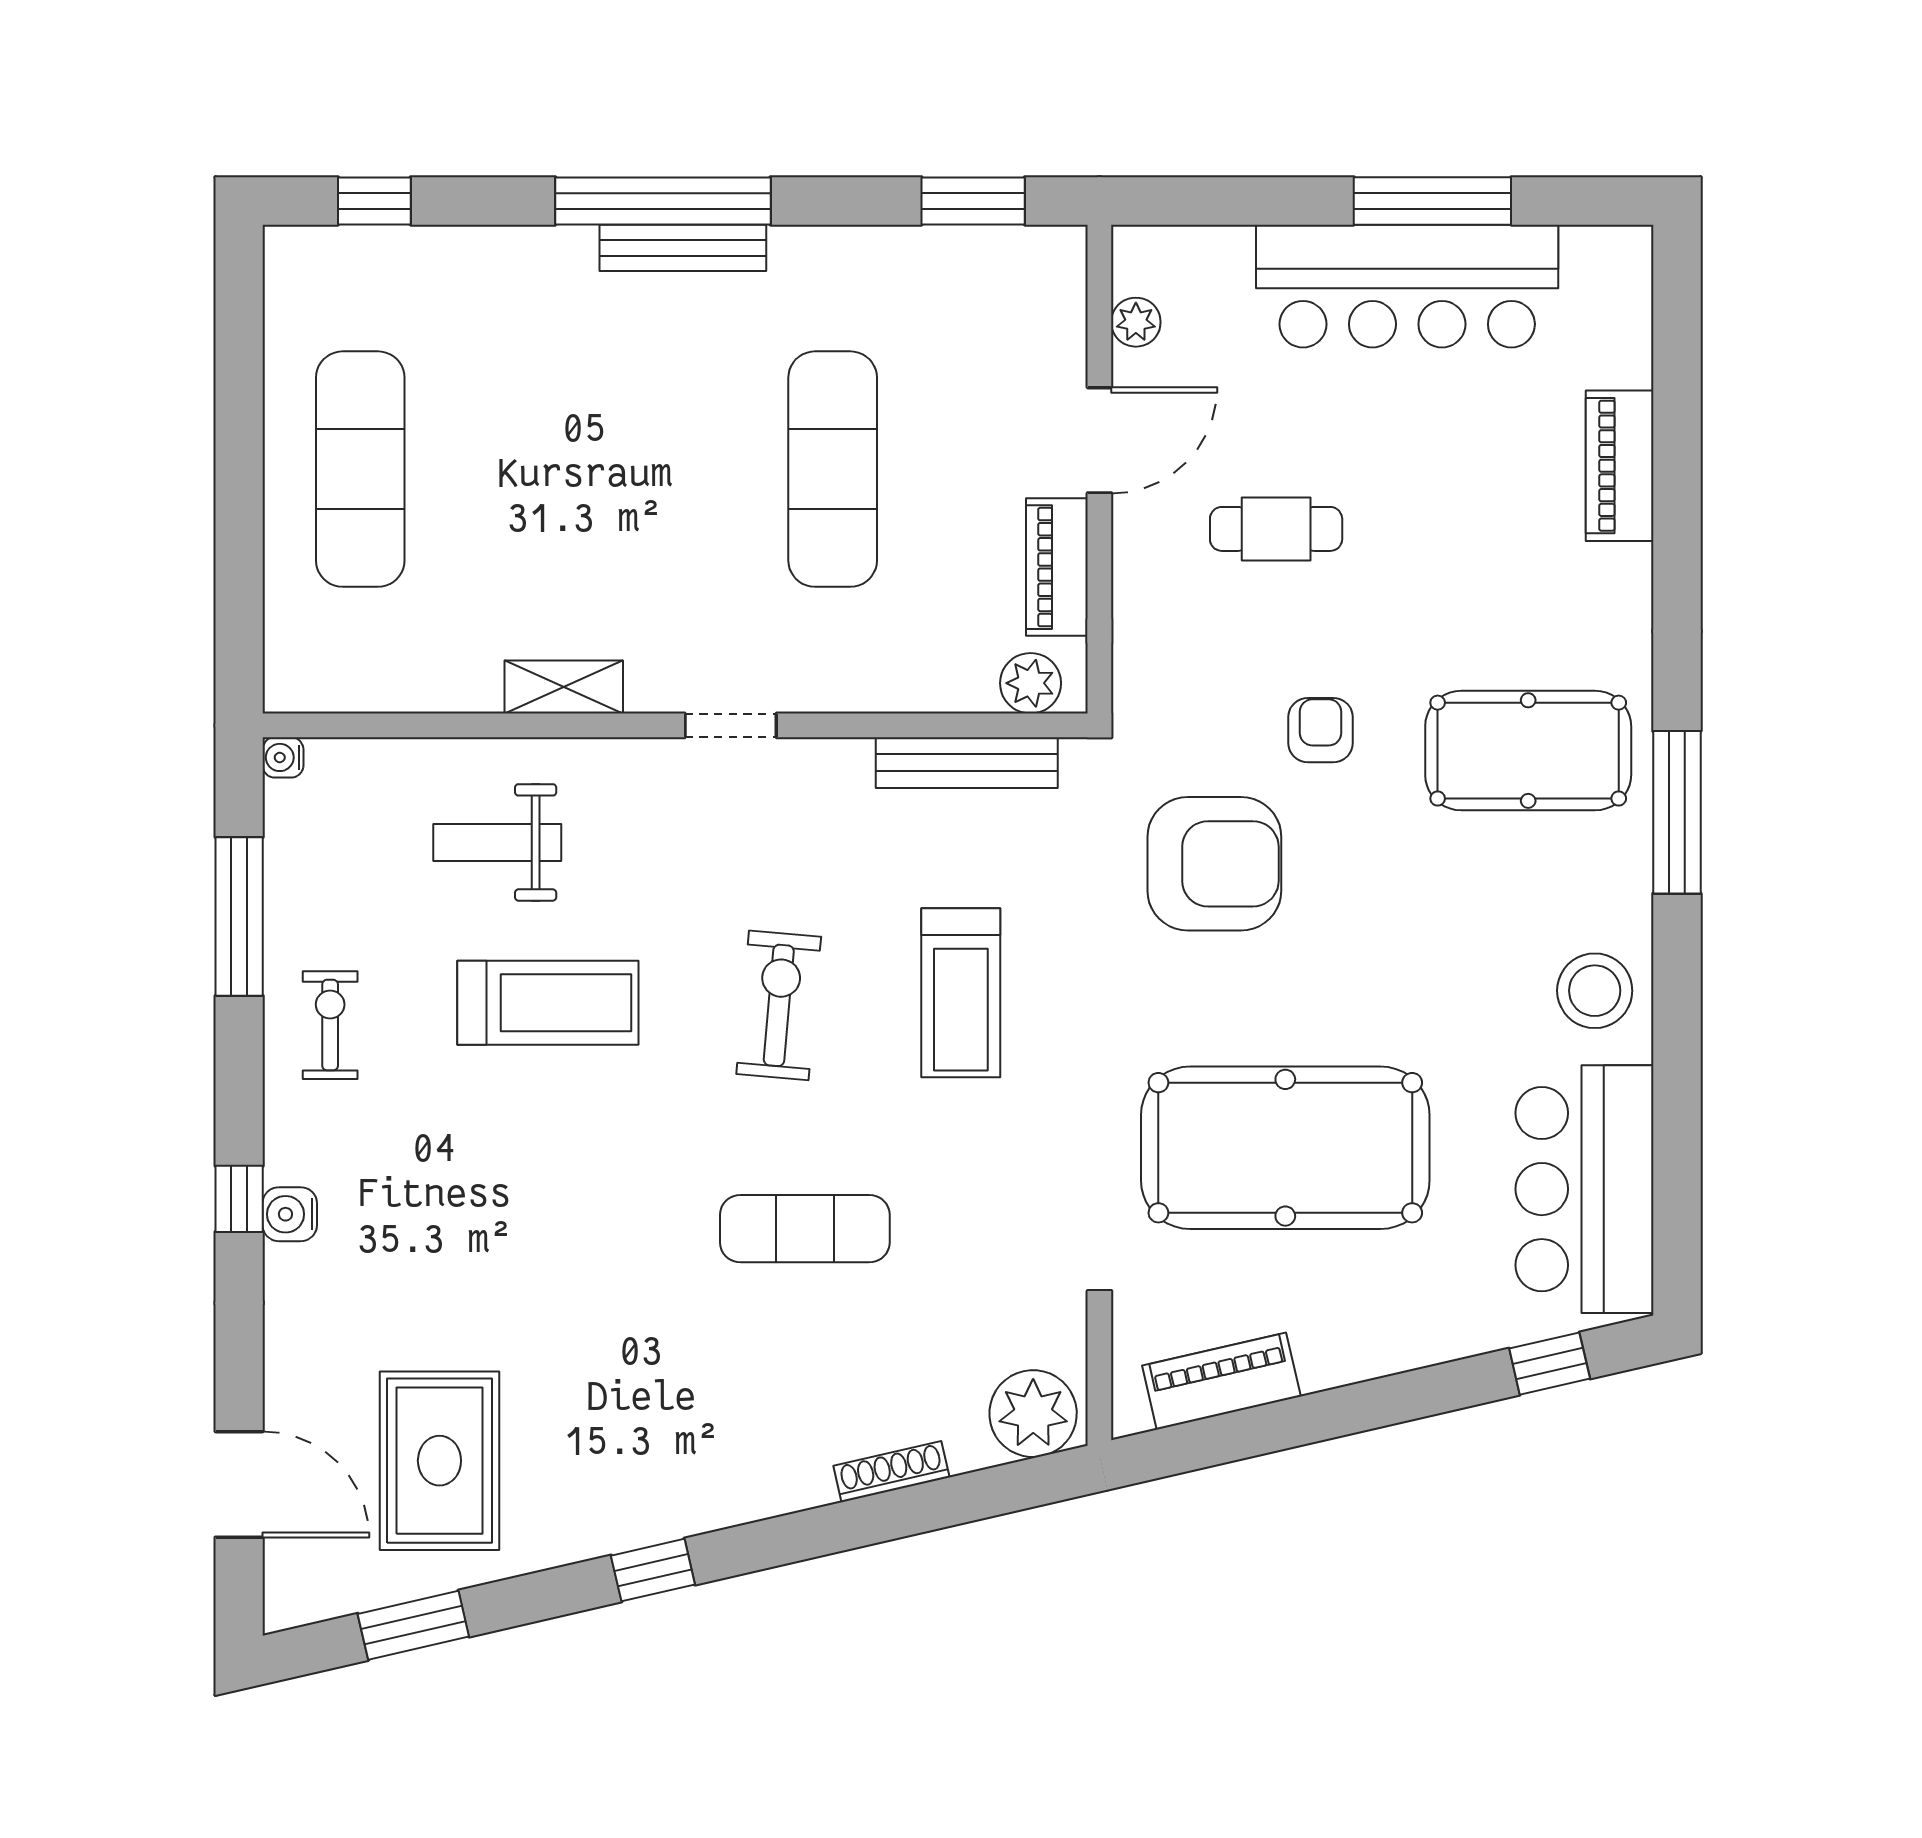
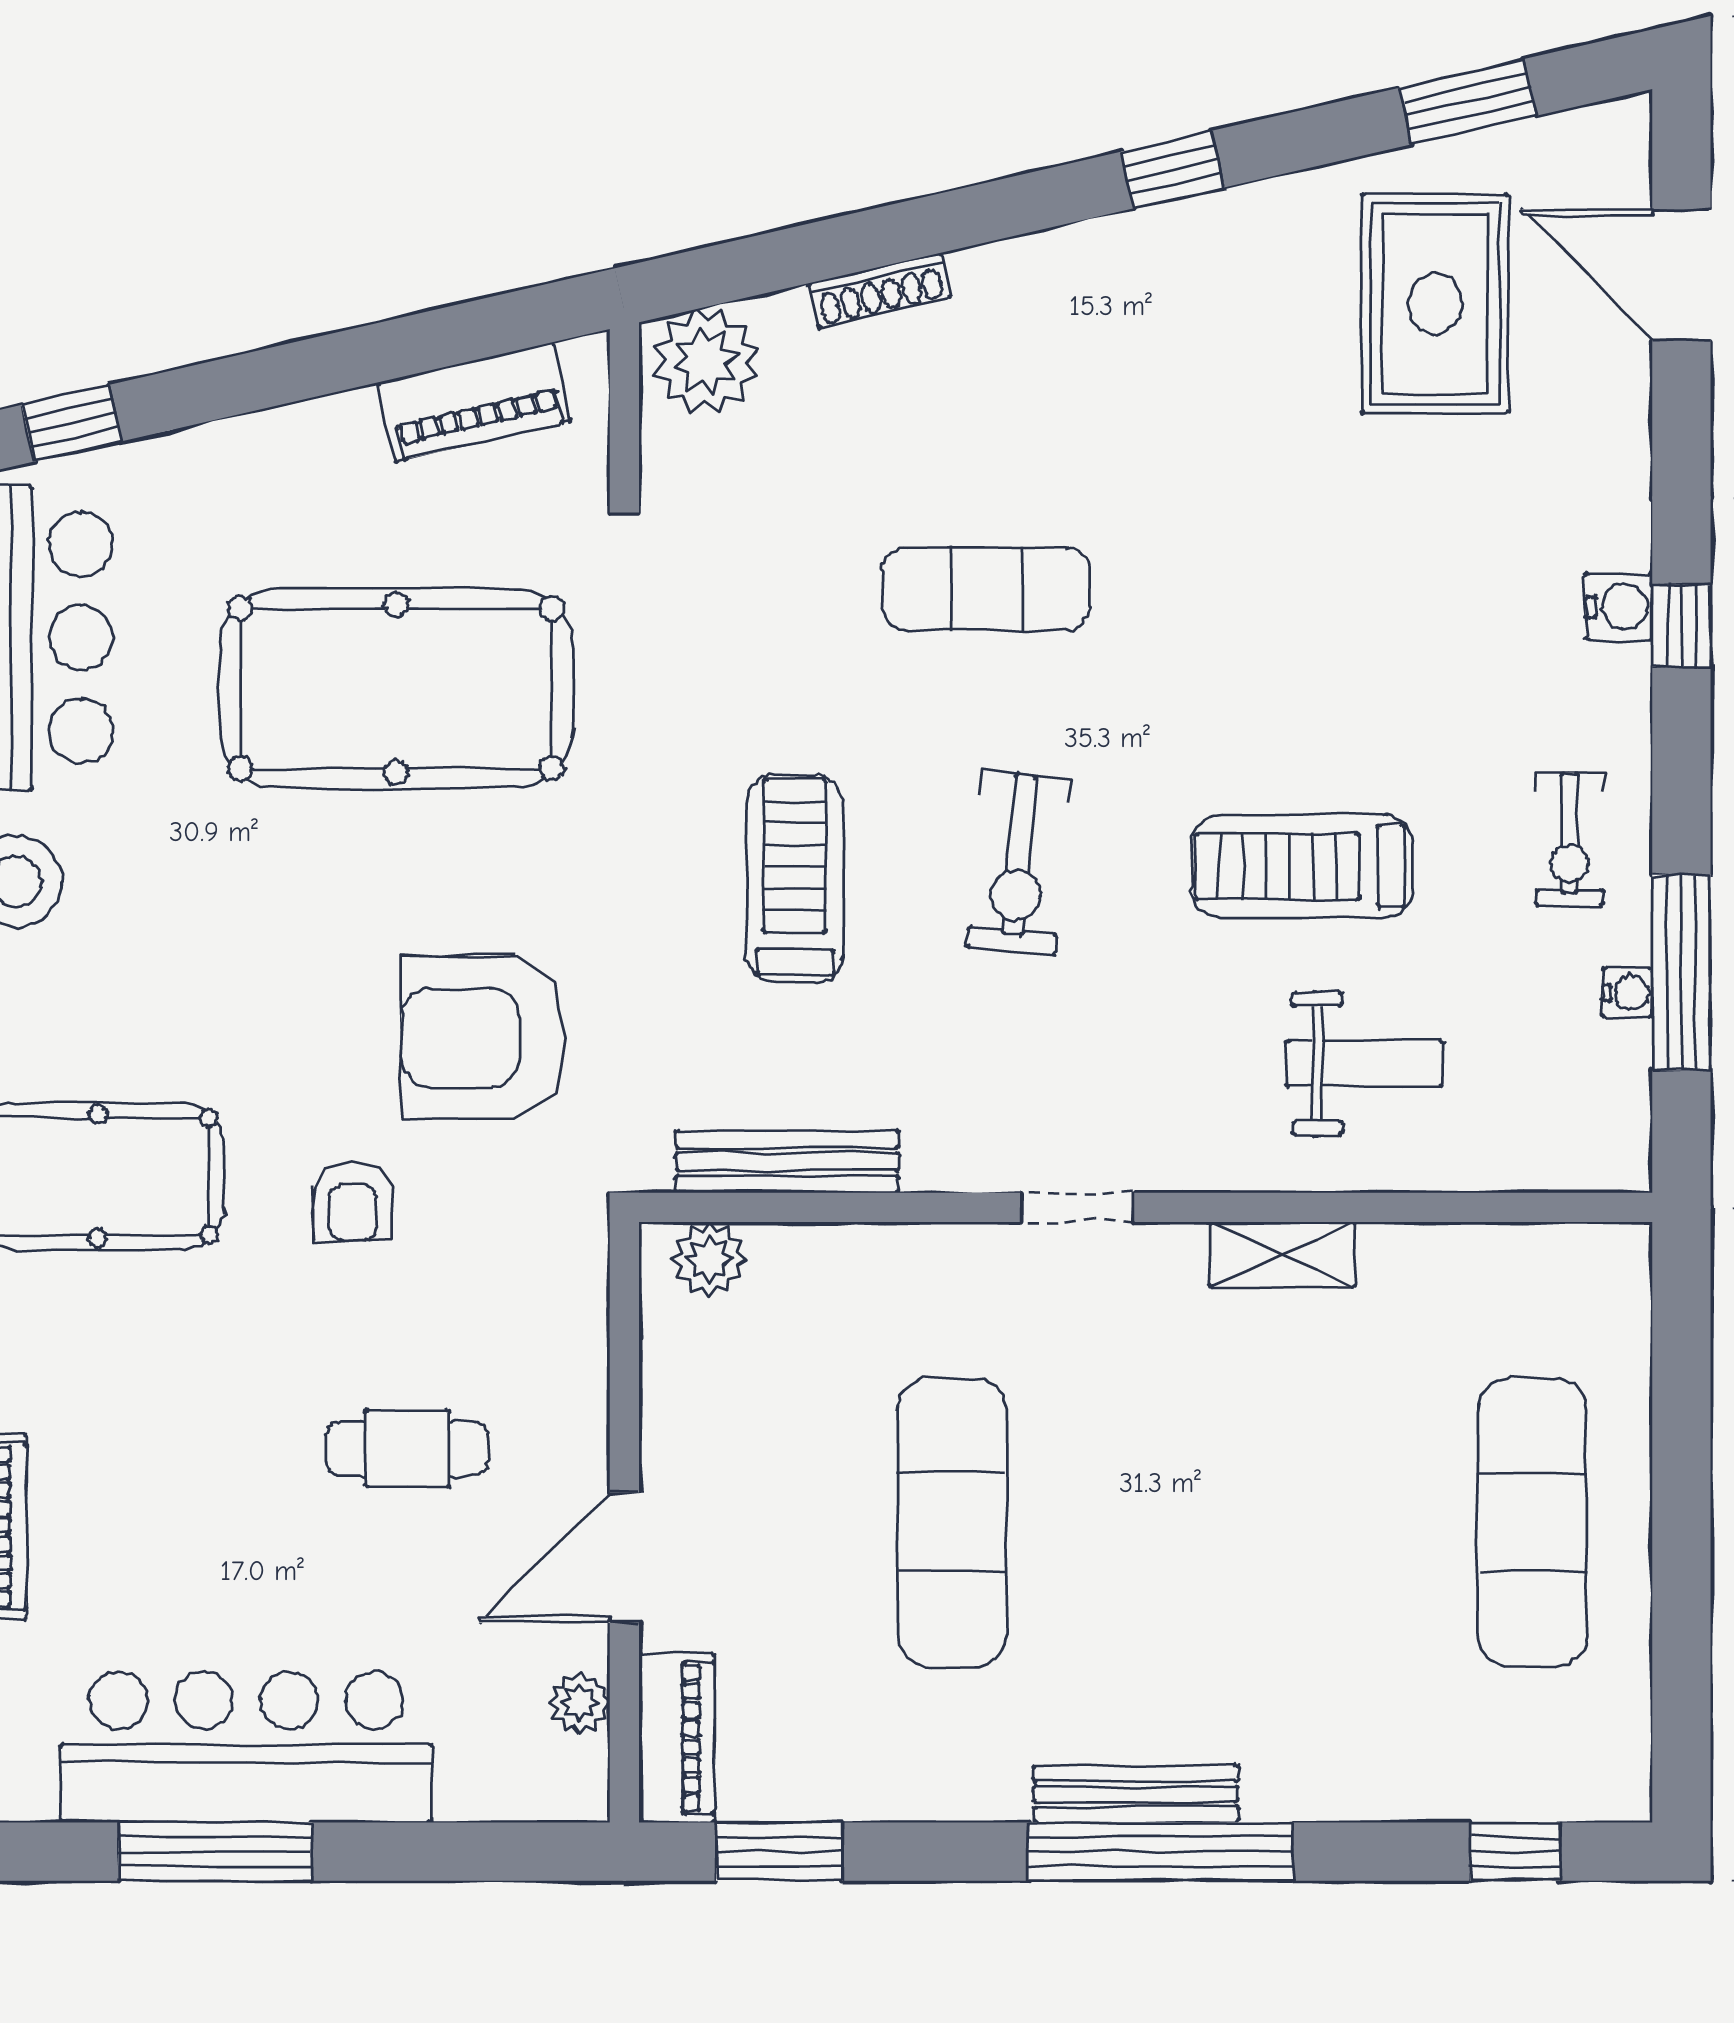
piano: (1057, 567) -> (677, 1738), moved
water cooler: (283, 757) -> (1627, 993), moved

